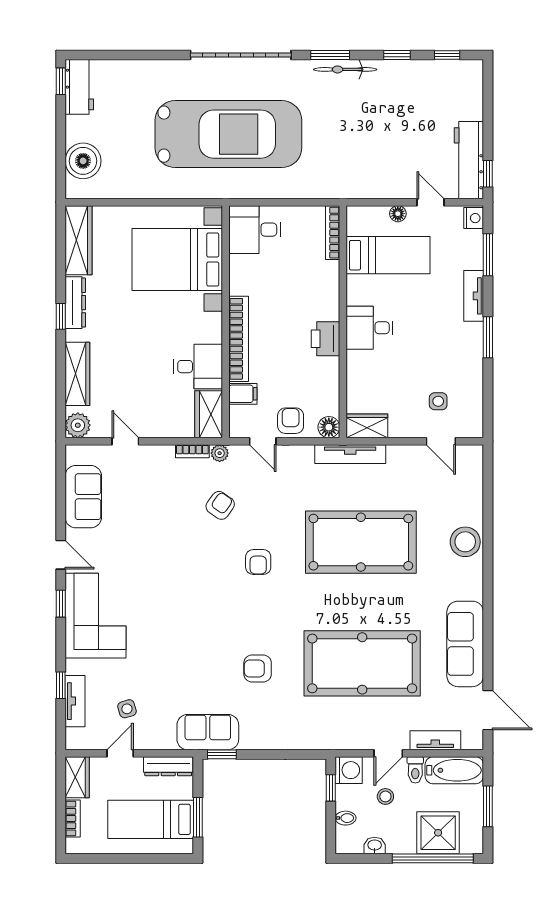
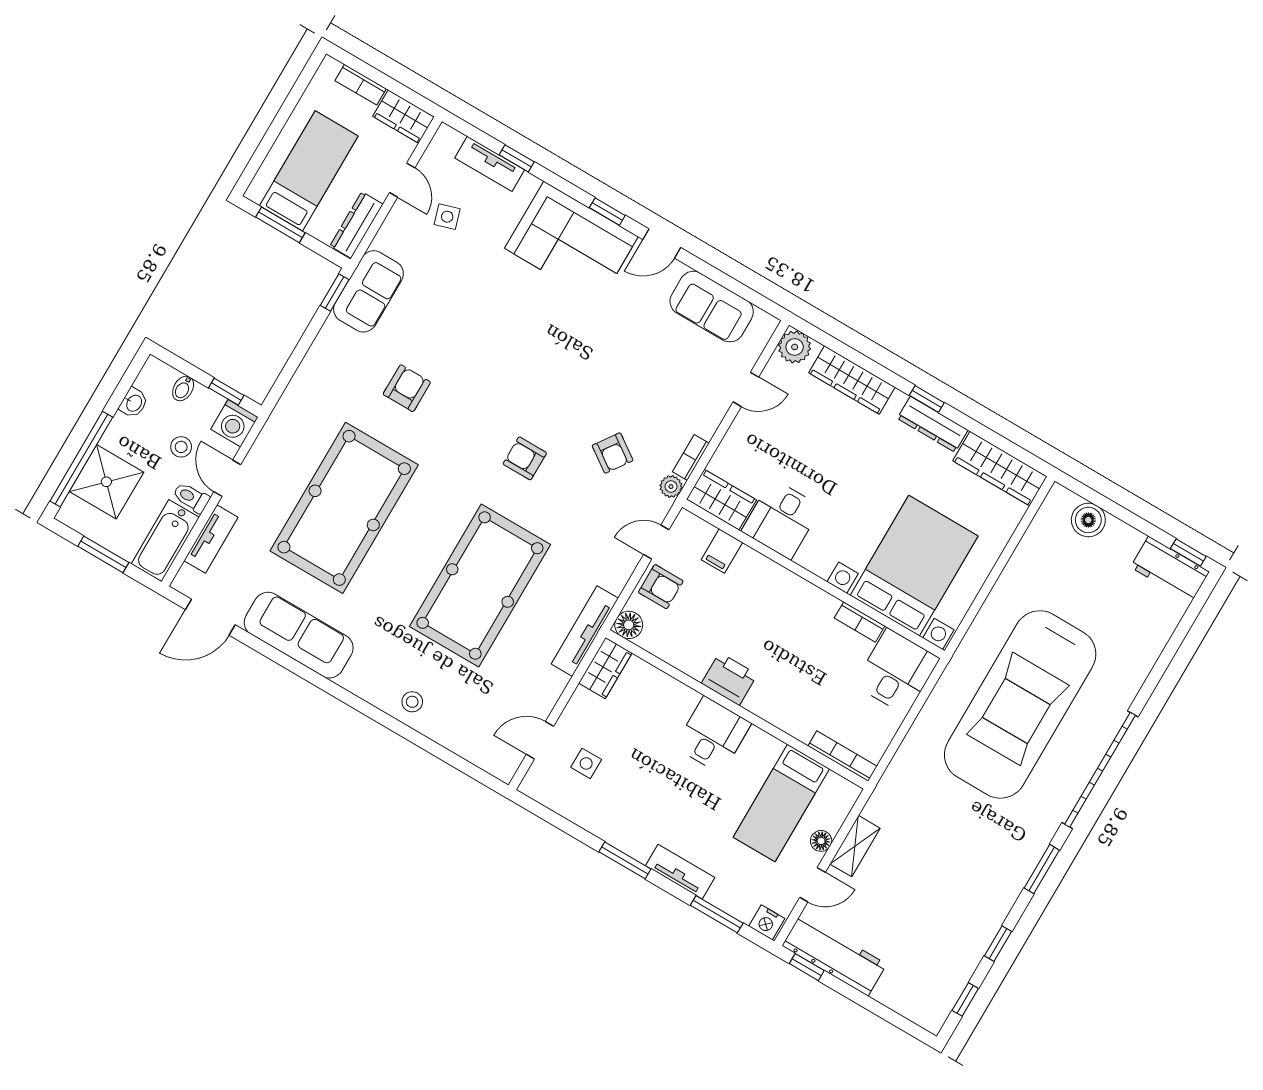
bicycle: (345, 69) -> (1016, 876), removed
boiler: (83, 161) -> (1088, 520), width x0.73, depth x0.73
shelving: (388, 189) -> (855, 846), added
bookcase: (239, 339) -> (860, 622), moved, width x0.43, depth x0.76
stool: (465, 542) -> (412, 702), width x0.53, depth x0.53

